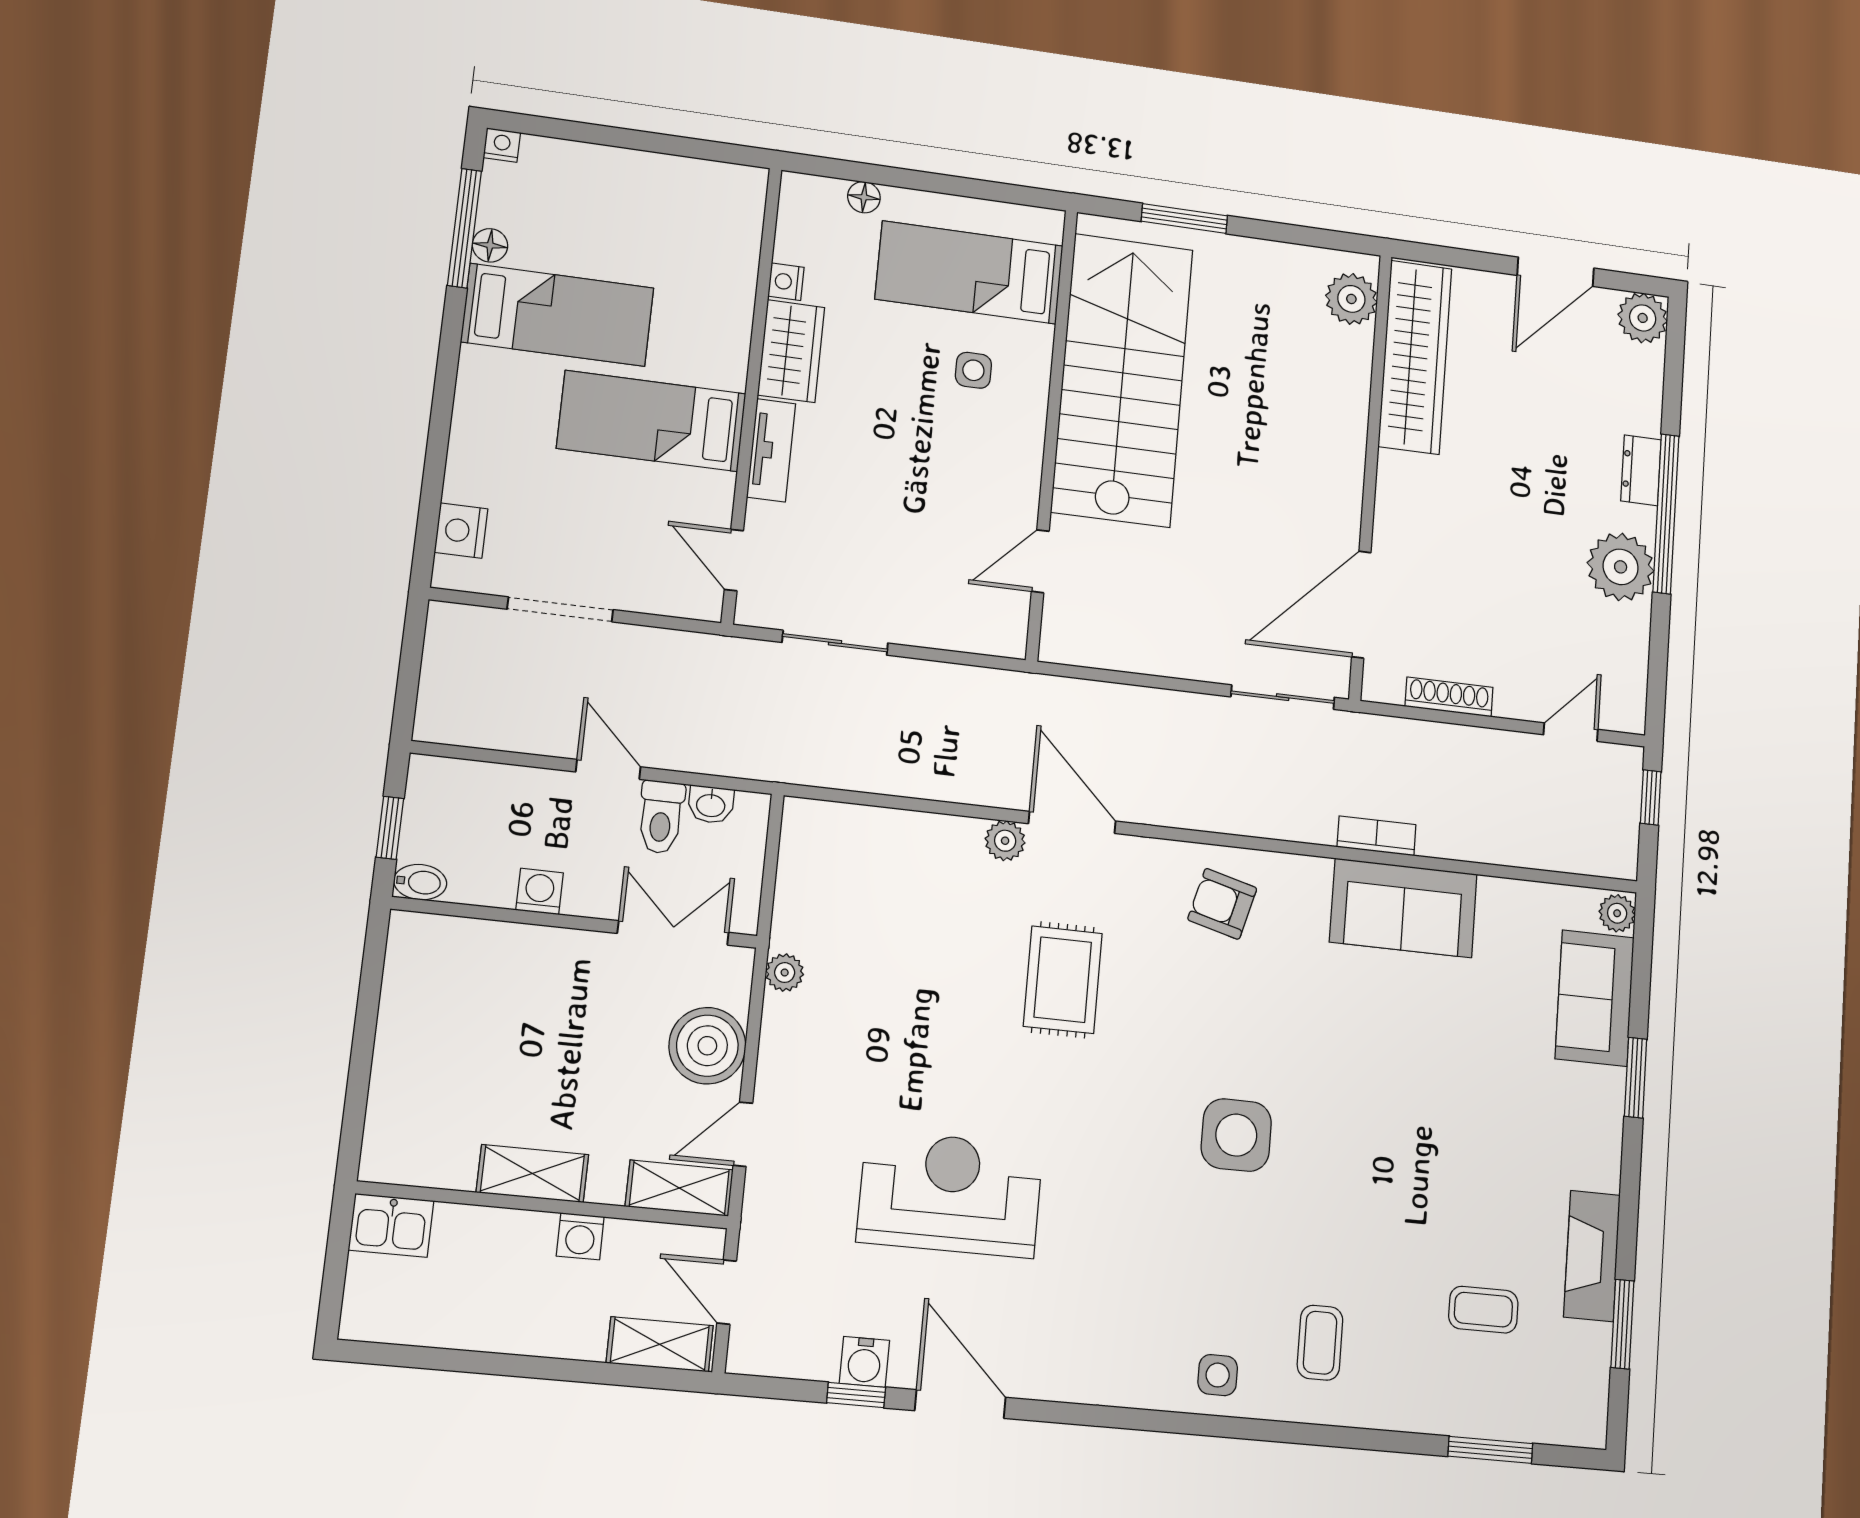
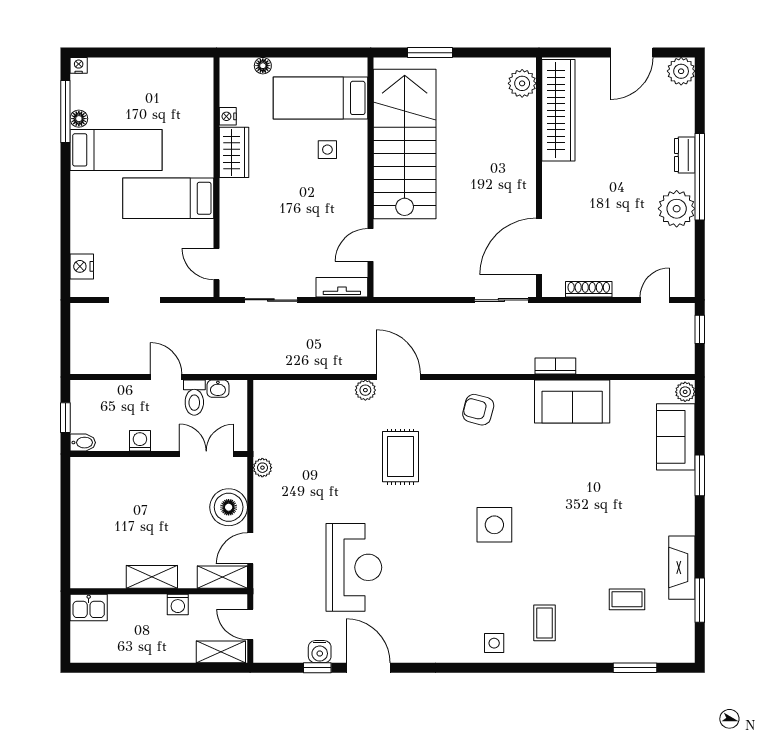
tv unit: (771, 450) -> (342, 287), moved, turned -90
reception desk: (950, 1194) -> (354, 567), turned 90

